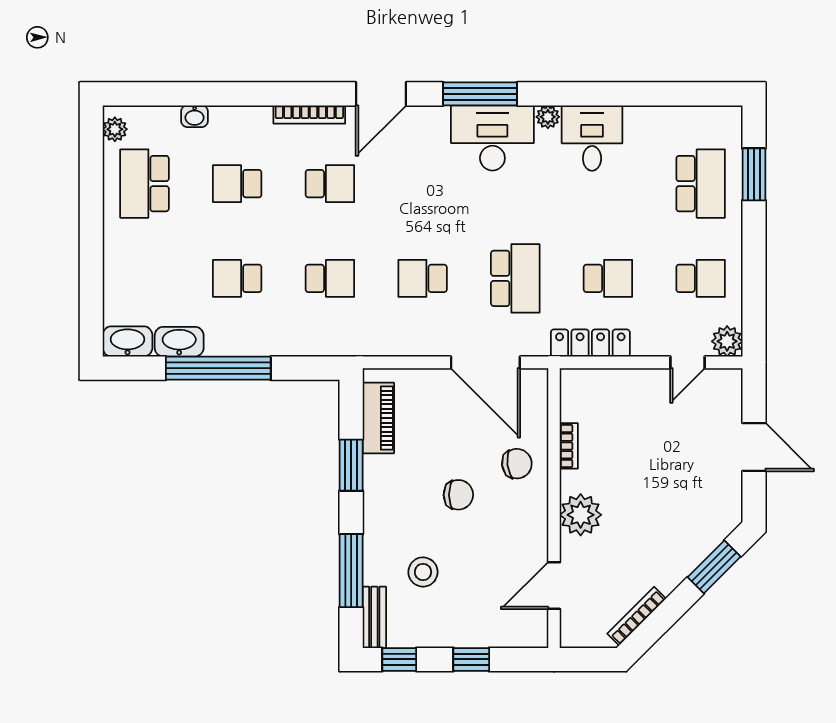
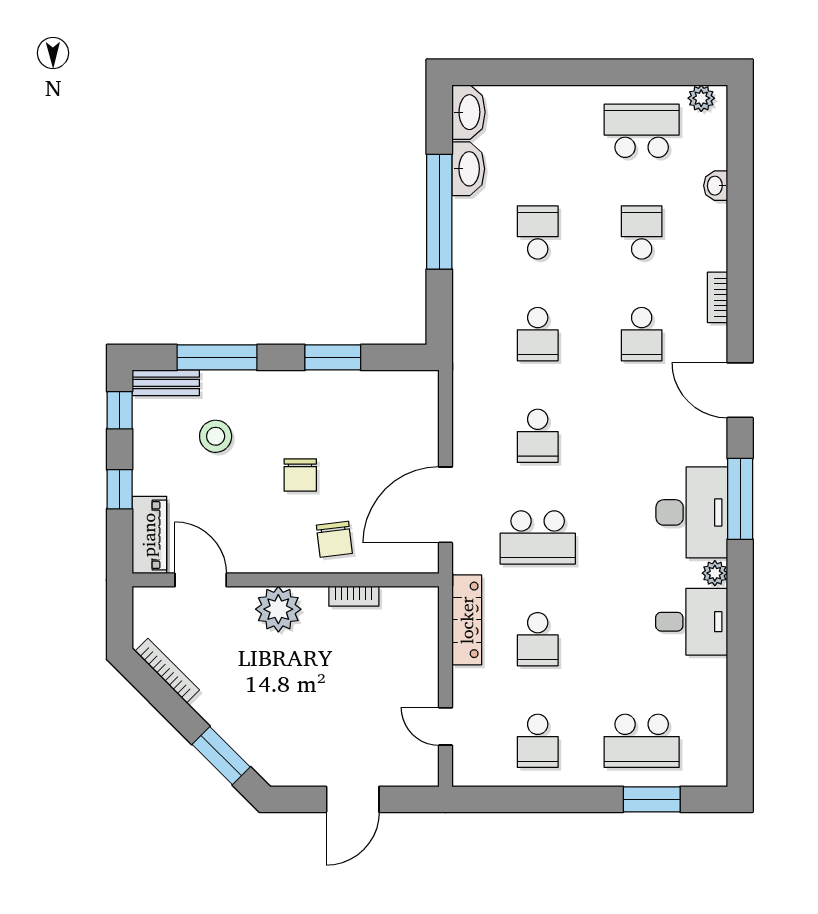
bookcase: (309, 114) -> (717, 297), width x0.64
school desk: (423, 278) -> (538, 436), turned 180
plant: (727, 341) -> (469, 770), removed
piano: (378, 418) -> (149, 535), moved, turned -90

